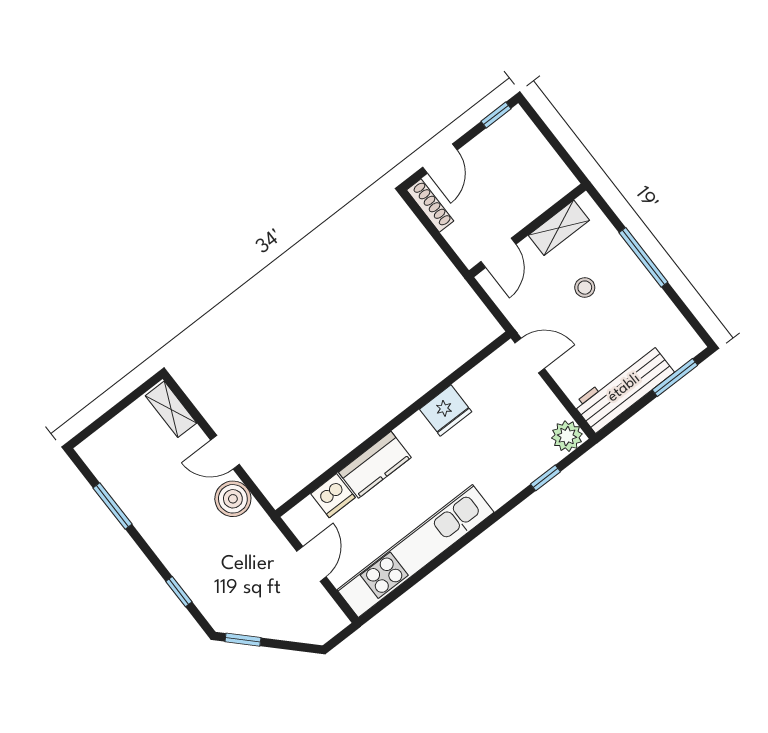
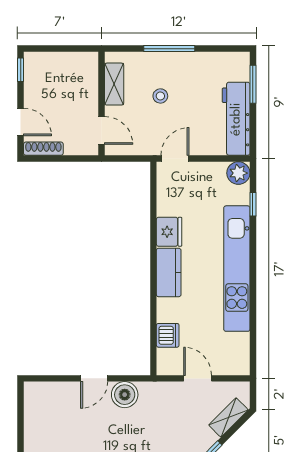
shelving: (171, 409) -> (228, 417), moved, turned -45
kitchen counter: (375, 465) -> (169, 272), moved
kitchen unit: (415, 551) -> (237, 269), moved

